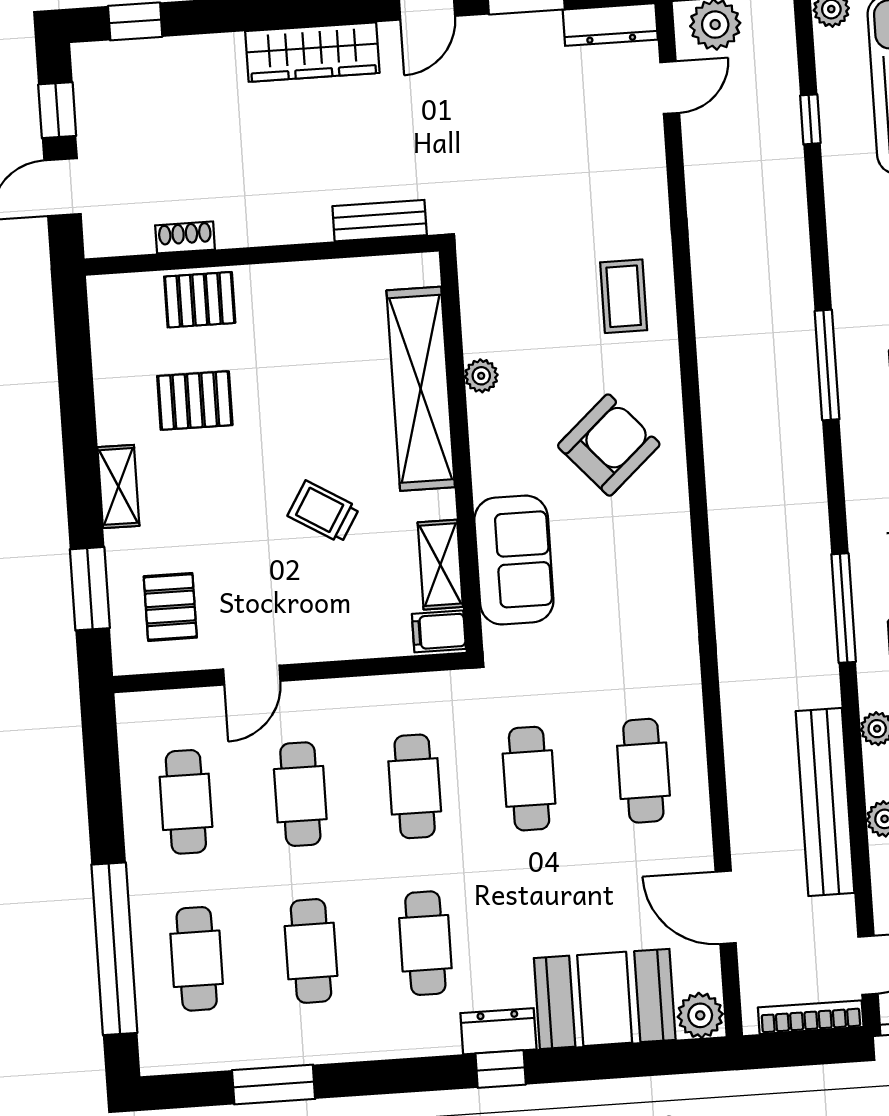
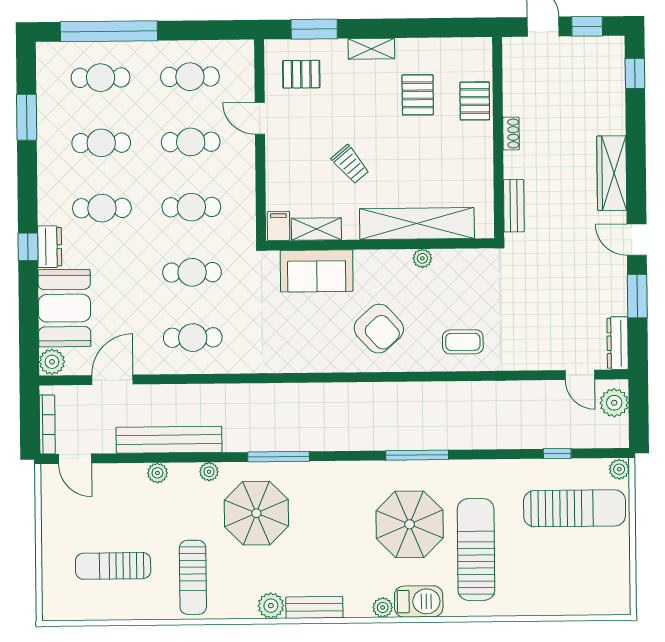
shoe rack: (185, 237) -> (511, 133), moved
trolley: (323, 512) -> (350, 164), turned 109

